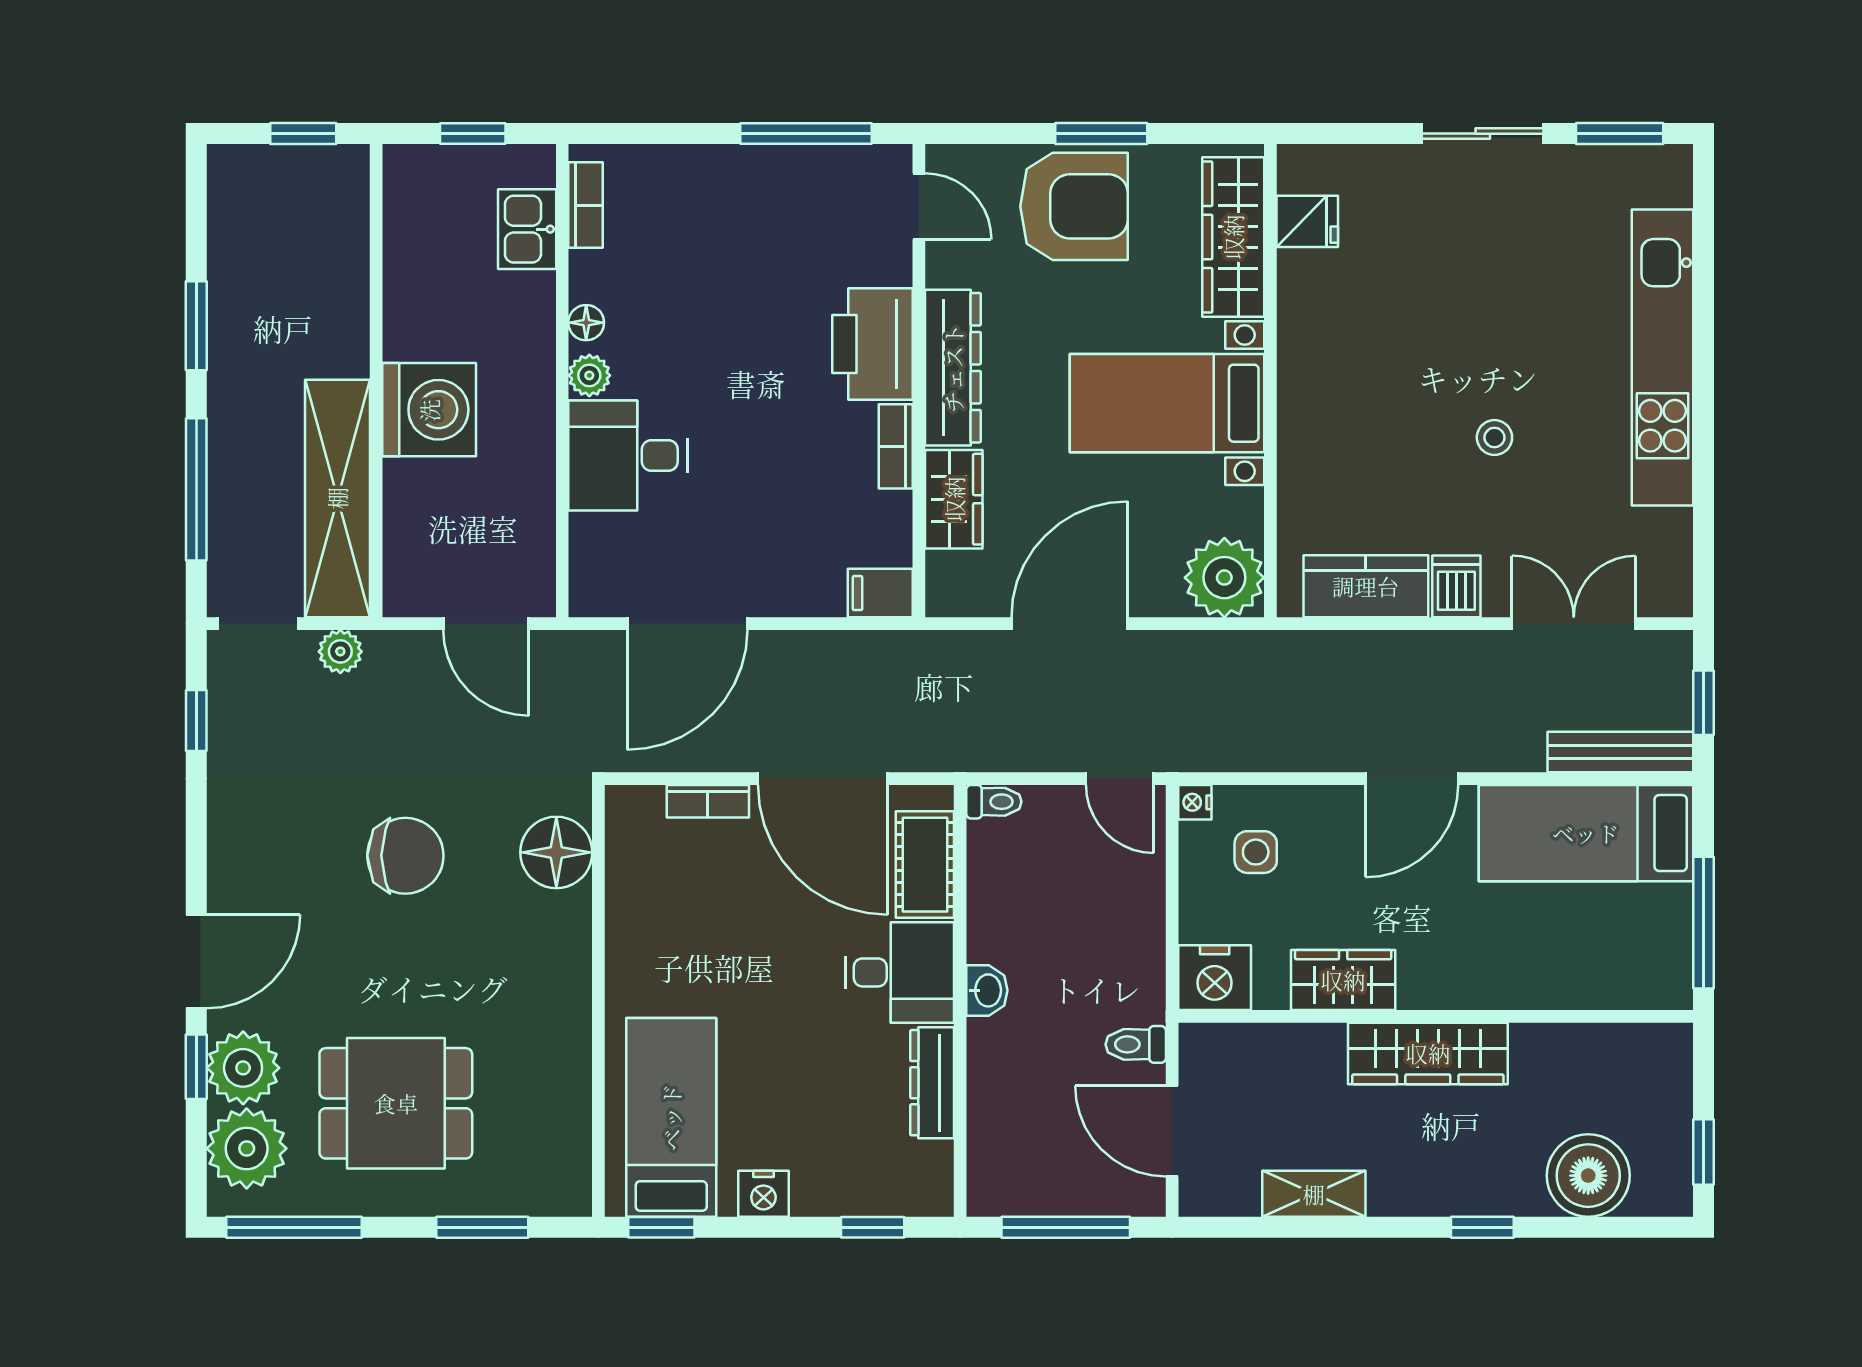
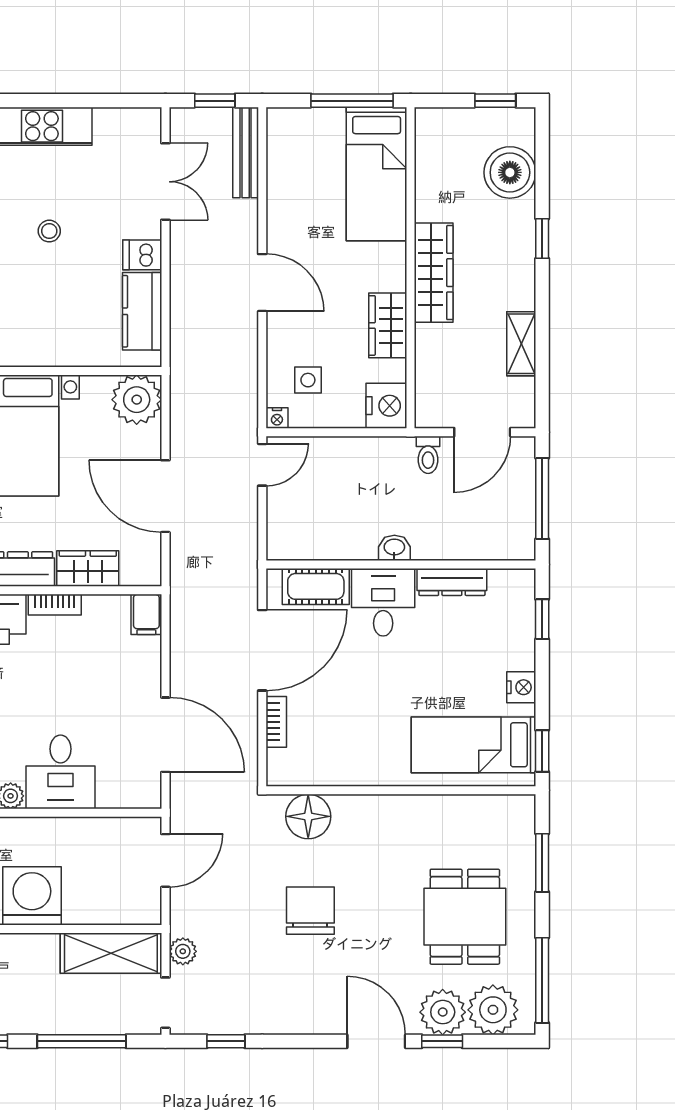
shelving: (337, 498) -> (111, 953), width x0.68
double door: (1574, 624) -> (165, 182), swing flipped
toilet: (994, 802) -> (277, 543), removed
bed: (1586, 833) -> (377, 174), moved

